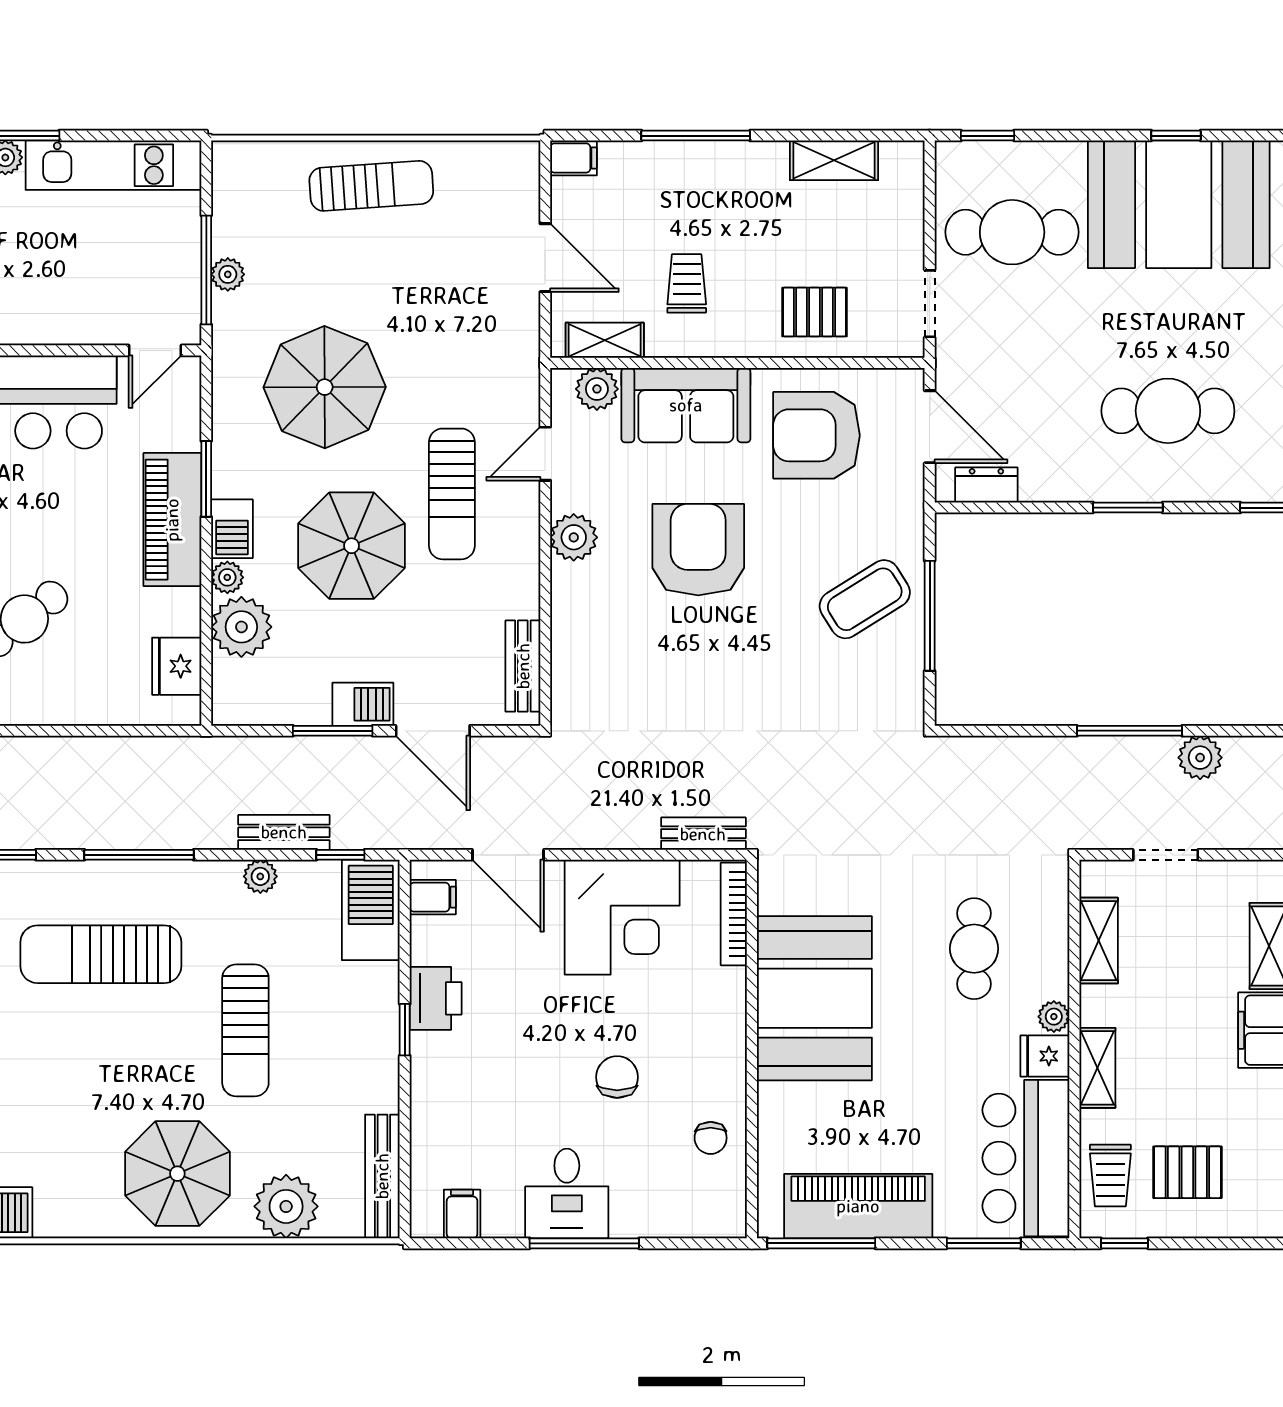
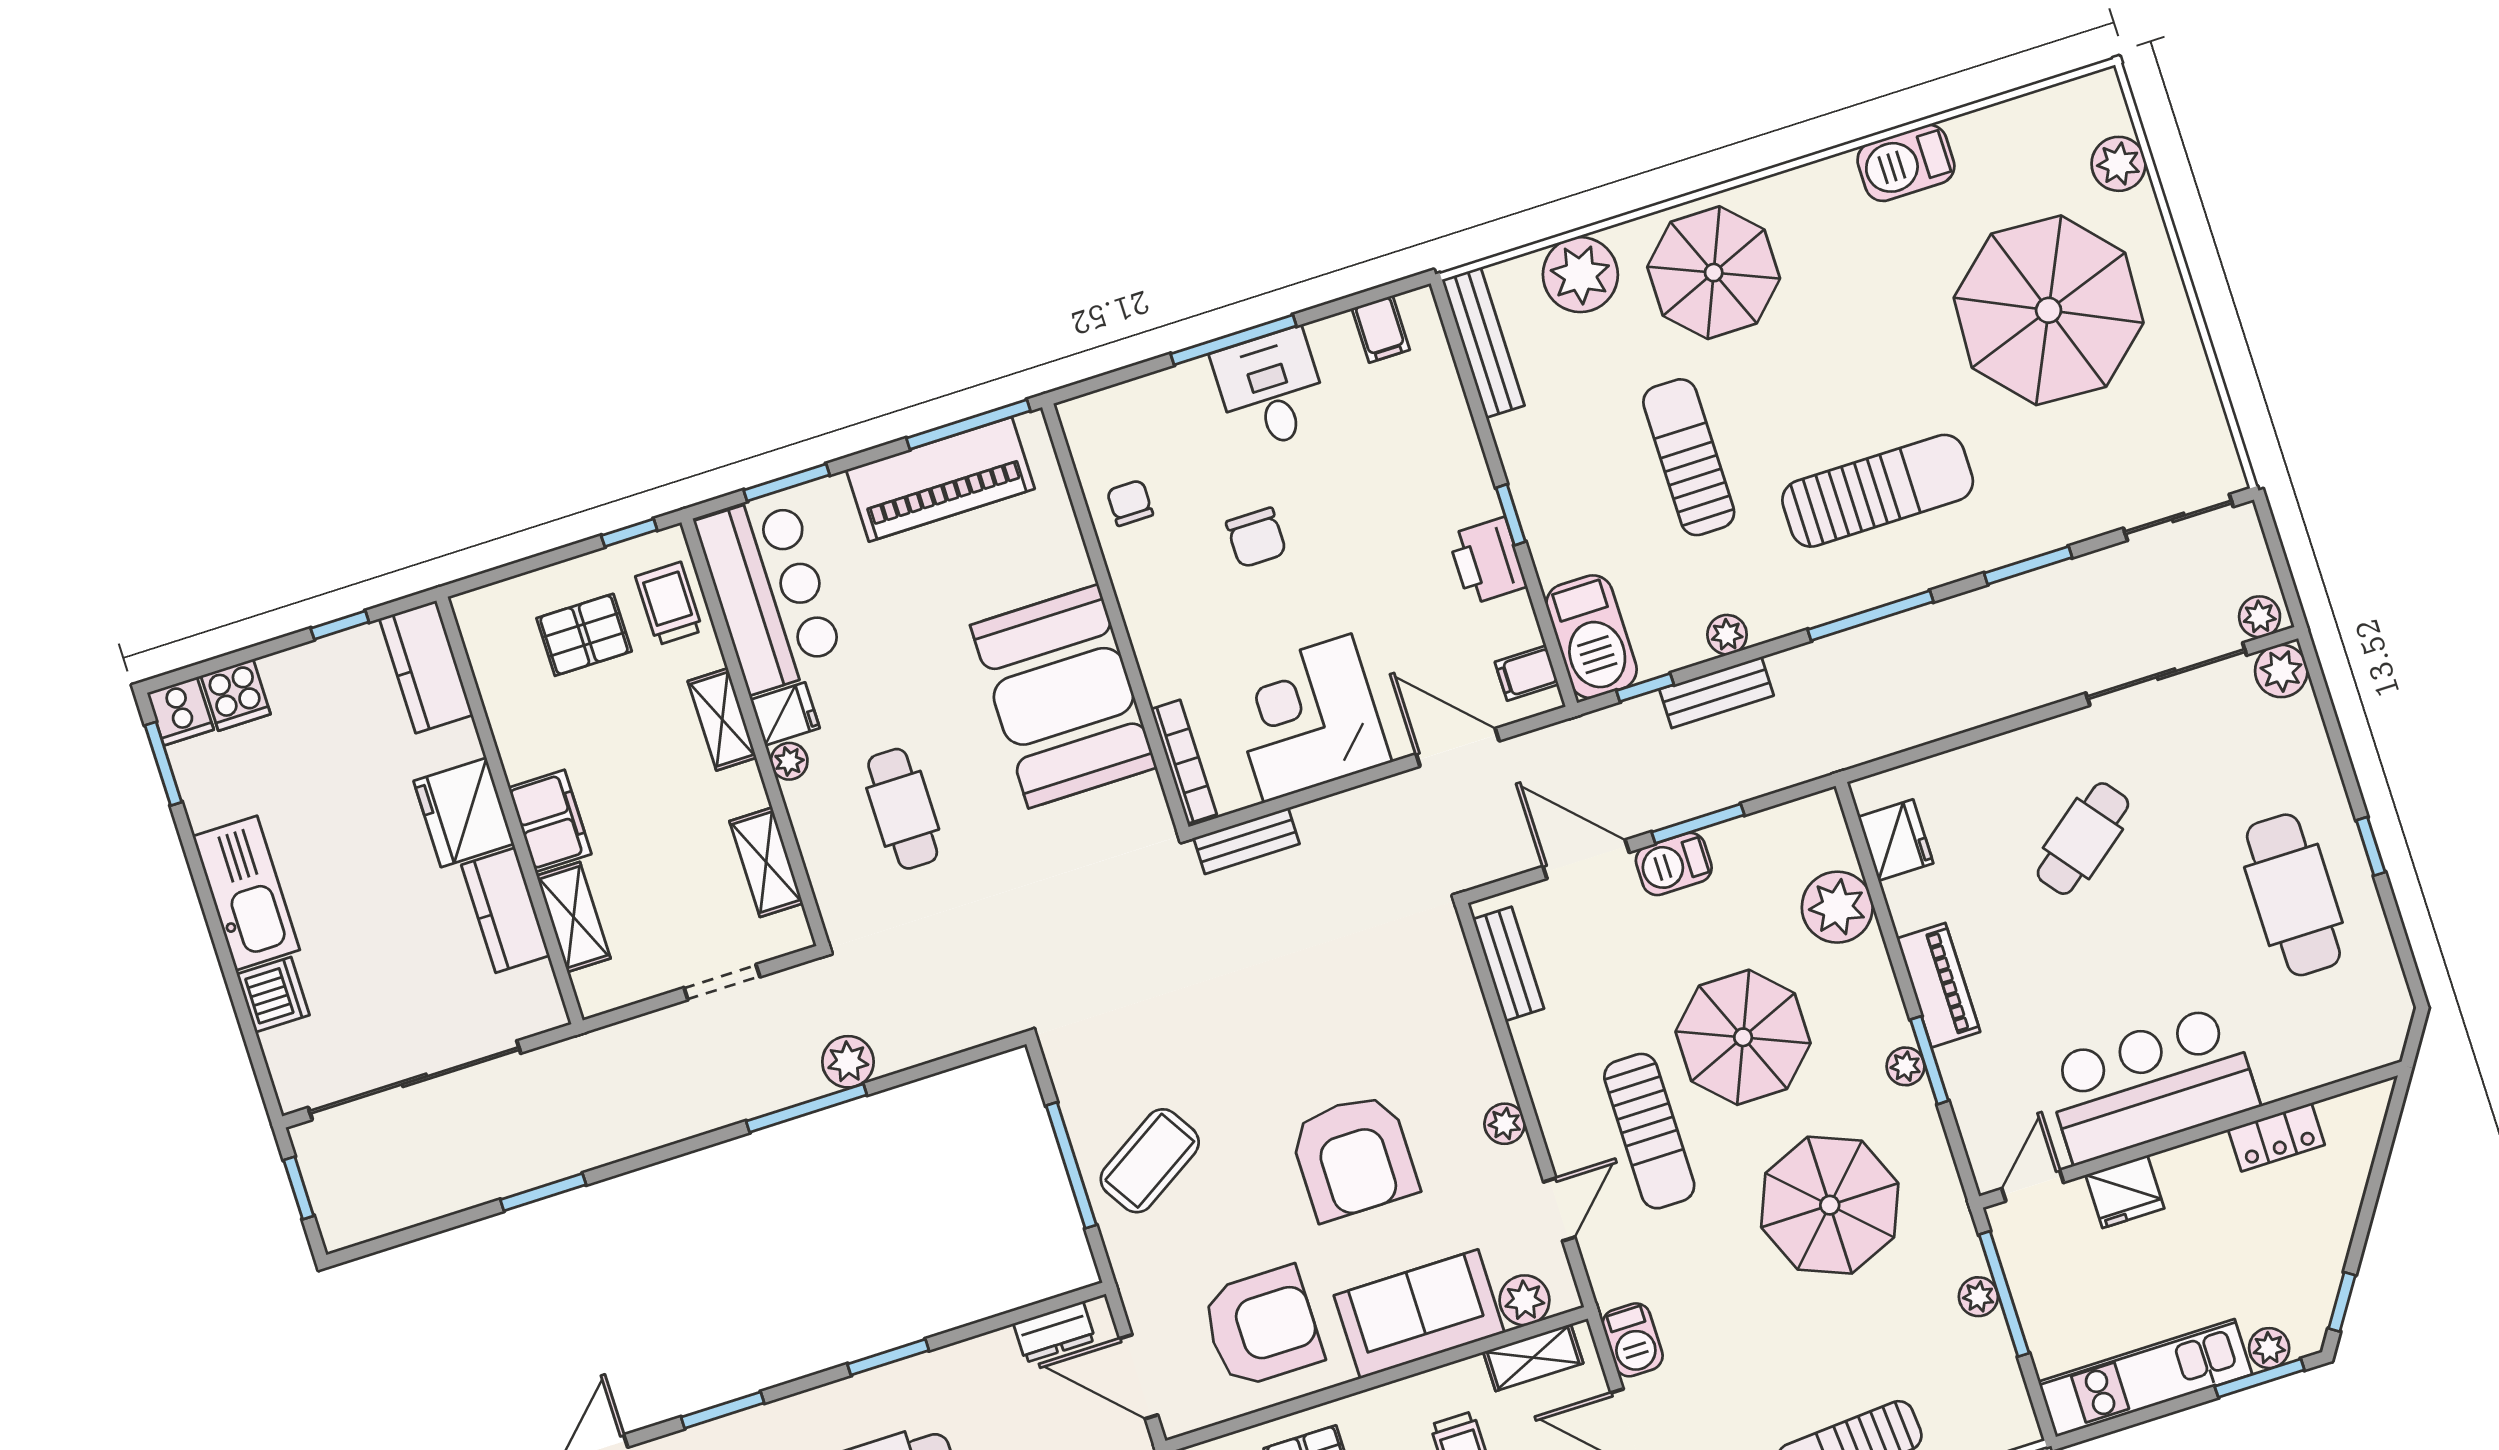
fridge: (82, 322) -> (2125, 1192), added
sun lounger: (452, 494) -> (1649, 1131), turned 180
piano: (172, 520) -> (1938, 985), width x0.73, depth x0.75
barbecue: (232, 529) -> (1633, 1340), moved, turned 180
plant: (574, 537) -> (1505, 1124), width x0.73, depth x0.73
plant: (227, 577) -> (1905, 1066), moved
plant: (1200, 758) -> (848, 1062), moved

